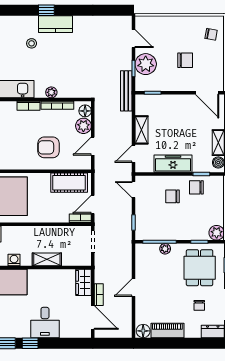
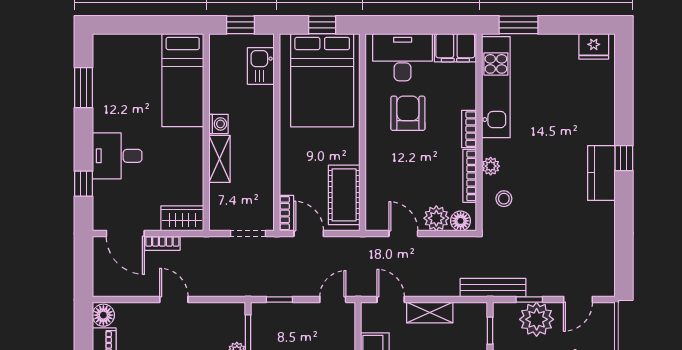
stool: (32, 43) -> (504, 199), moved
armchair: (48, 147) -> (408, 113), moved
washing machine: (14, 260) -> (219, 124), moved
door: (93, 317) -> (125, 233), hinge flipped
window: (30, 343) -> (84, 184), moved

